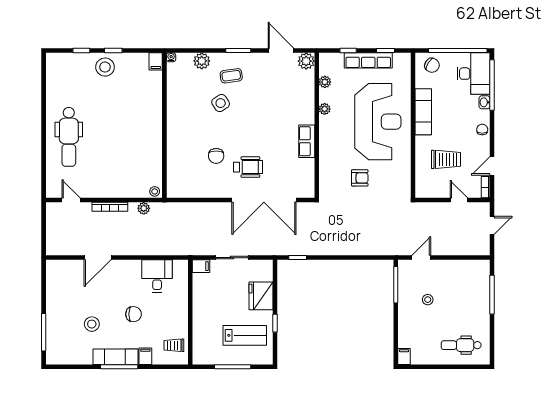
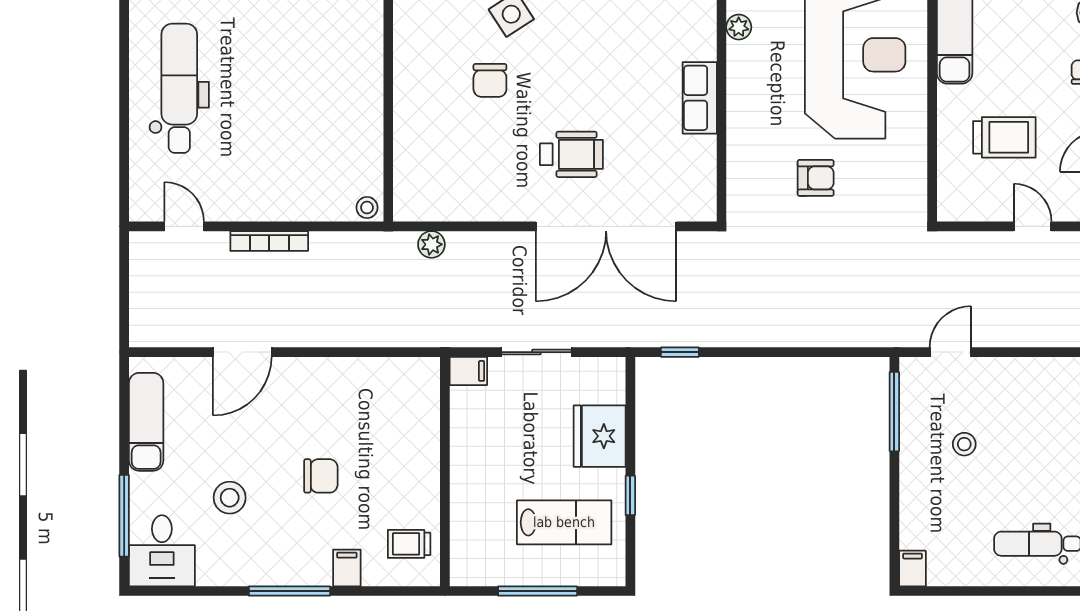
dental chair: (69, 137) -> (179, 88), turned 180
chair: (216, 156) -> (490, 80), moved
plant: (144, 208) -> (431, 244), moved
desk: (157, 276) -> (162, 551), moved, turned 180
exam couch: (116, 357) -> (146, 422), moved, turned 90

